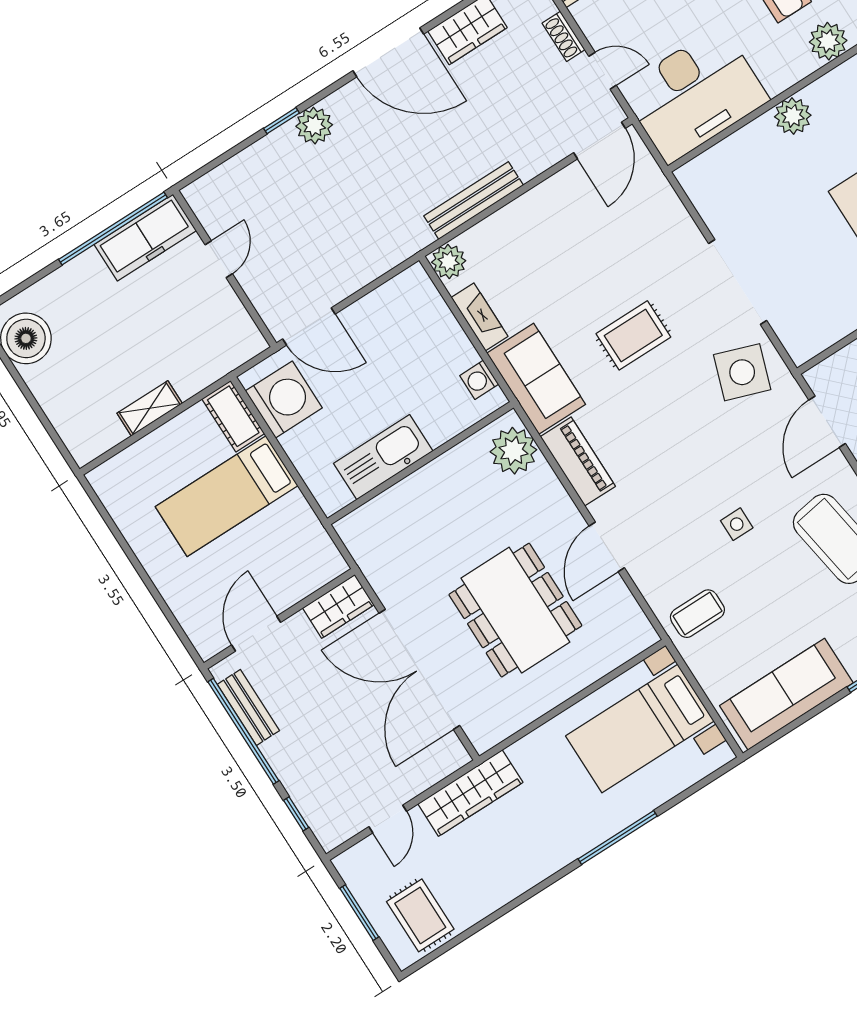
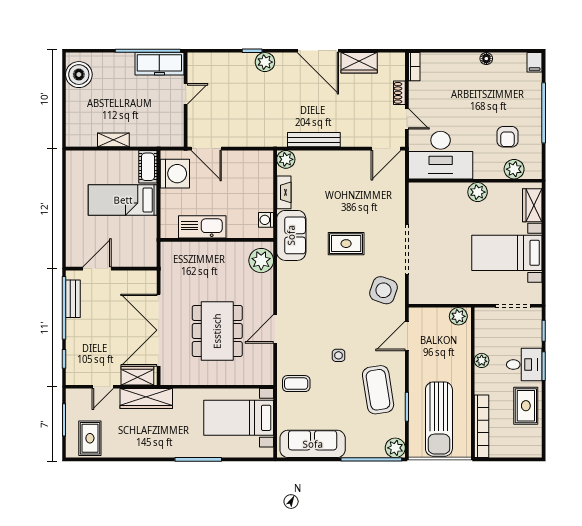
piano: (578, 461) -> (286, 283), removed
wardrobe: (338, 606) -> (137, 376), moved, turned 180

